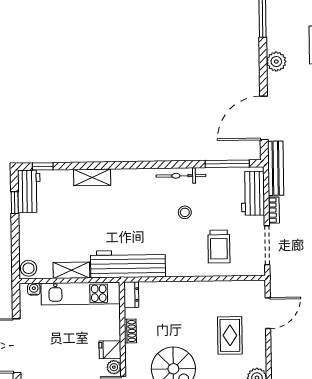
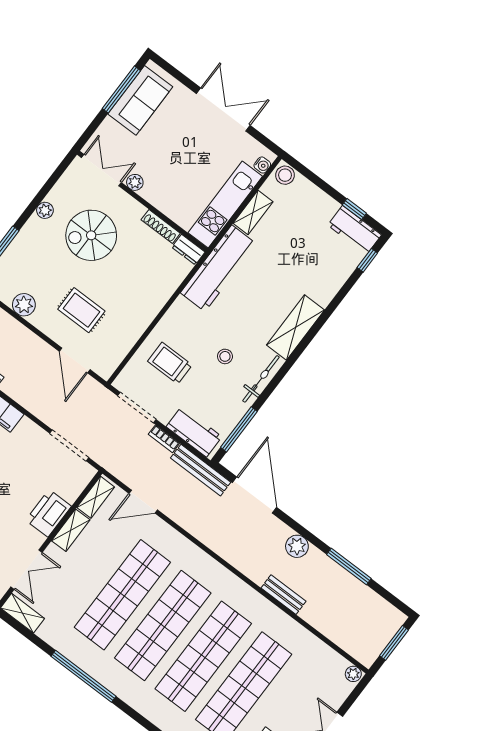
shelving: (92, 177) -> (295, 327), moved, width x1.50, depth x1.33
shoe rack: (130, 331) -> (161, 226), width x1.43
fridge: (110, 350) -> (153, 191), removed

